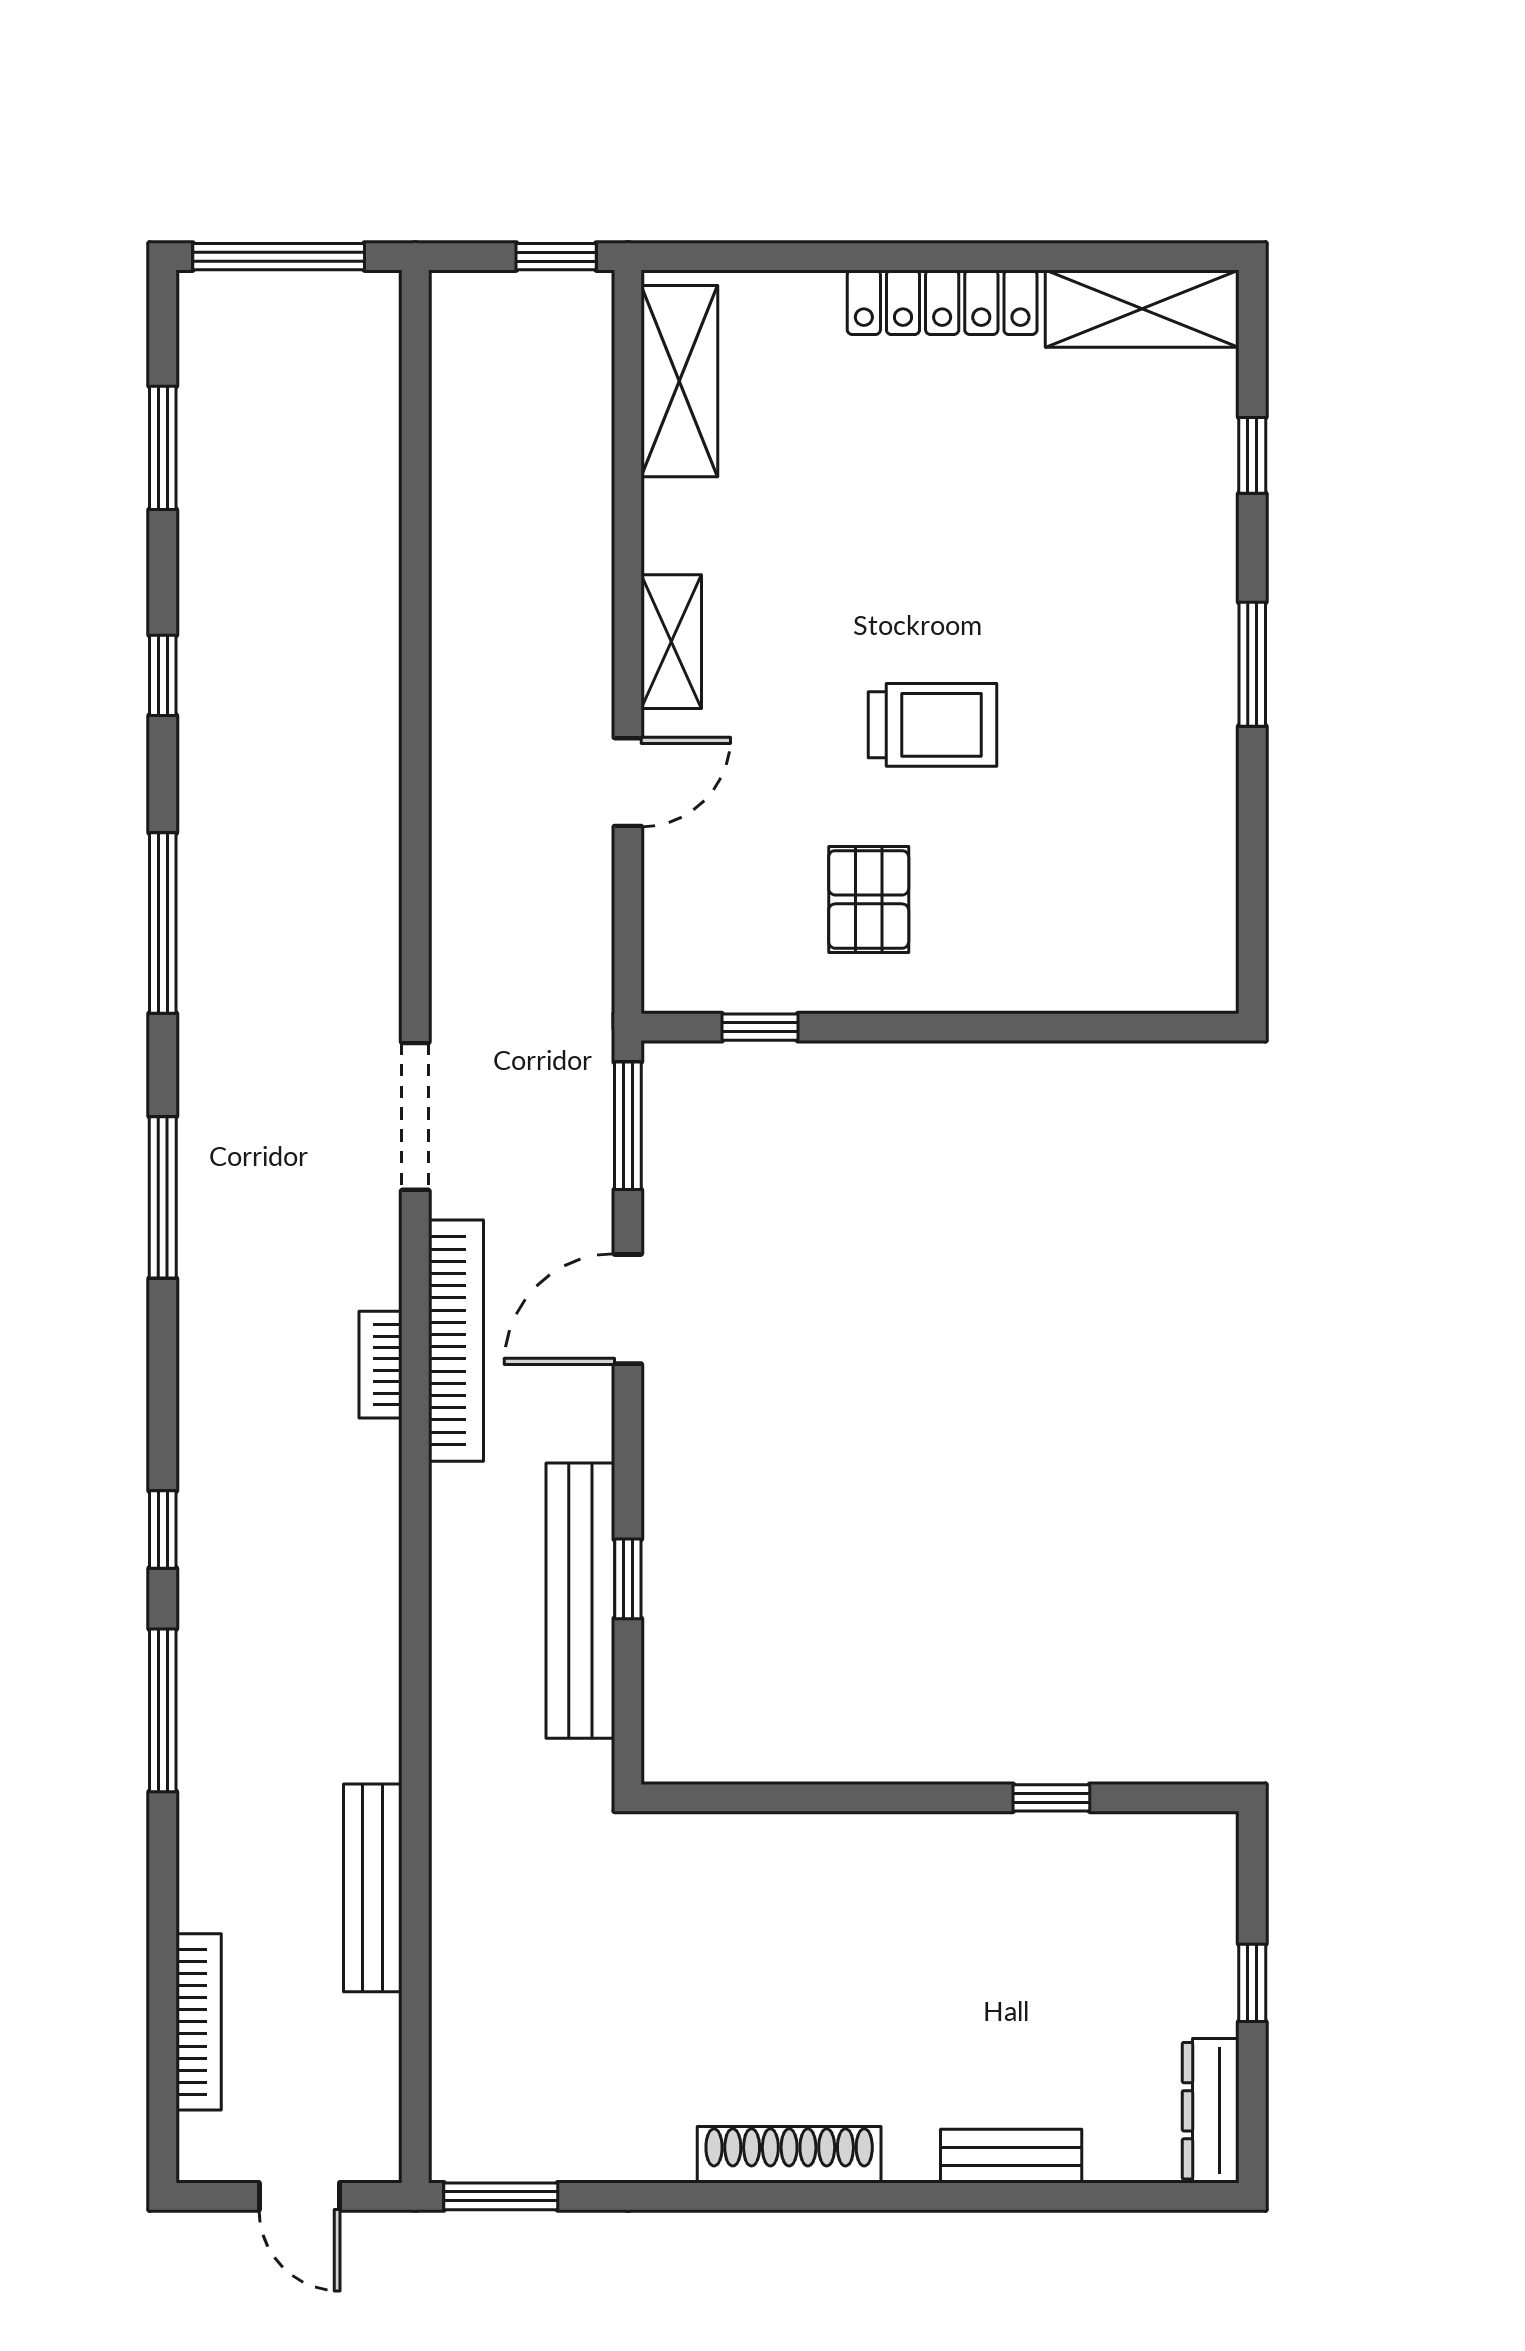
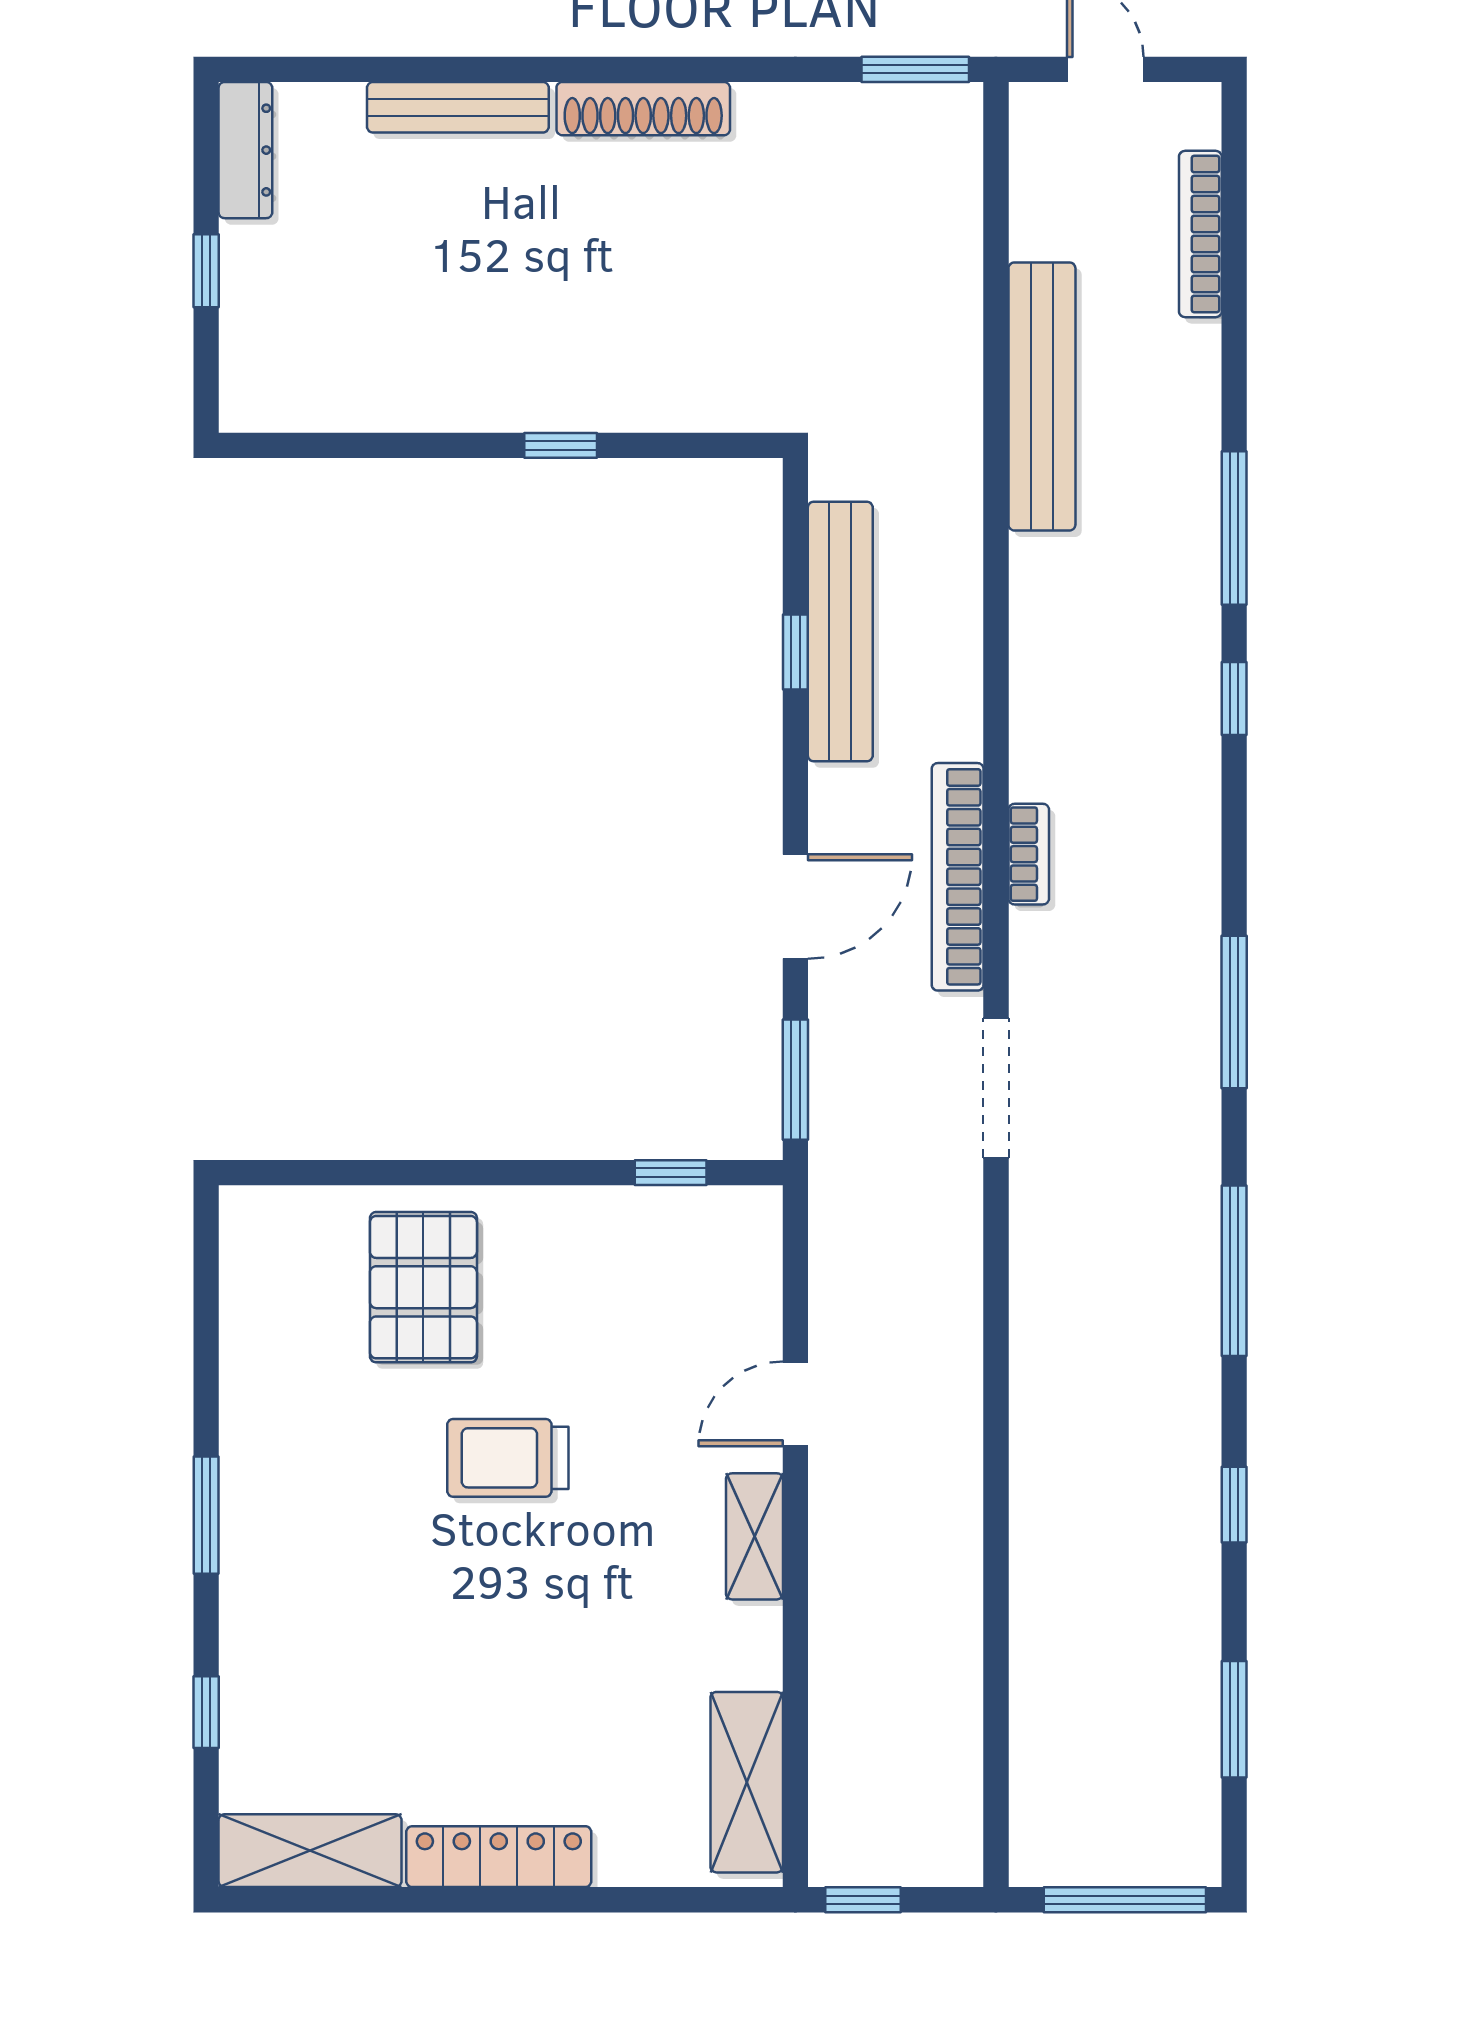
pallet: (869, 899) -> (423, 1287), moved, width x1.50, depth x1.42
window: (1051, 1798) -> (561, 445), moved
bench: (373, 1888) -> (1042, 396), width x1.37, depth x1.21
bench: (1011, 2156) -> (458, 107), width x1.36

